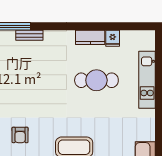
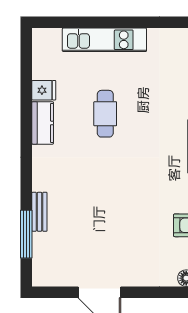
cafe table: (96, 80) -> (105, 114), width x0.73, depth x0.74

